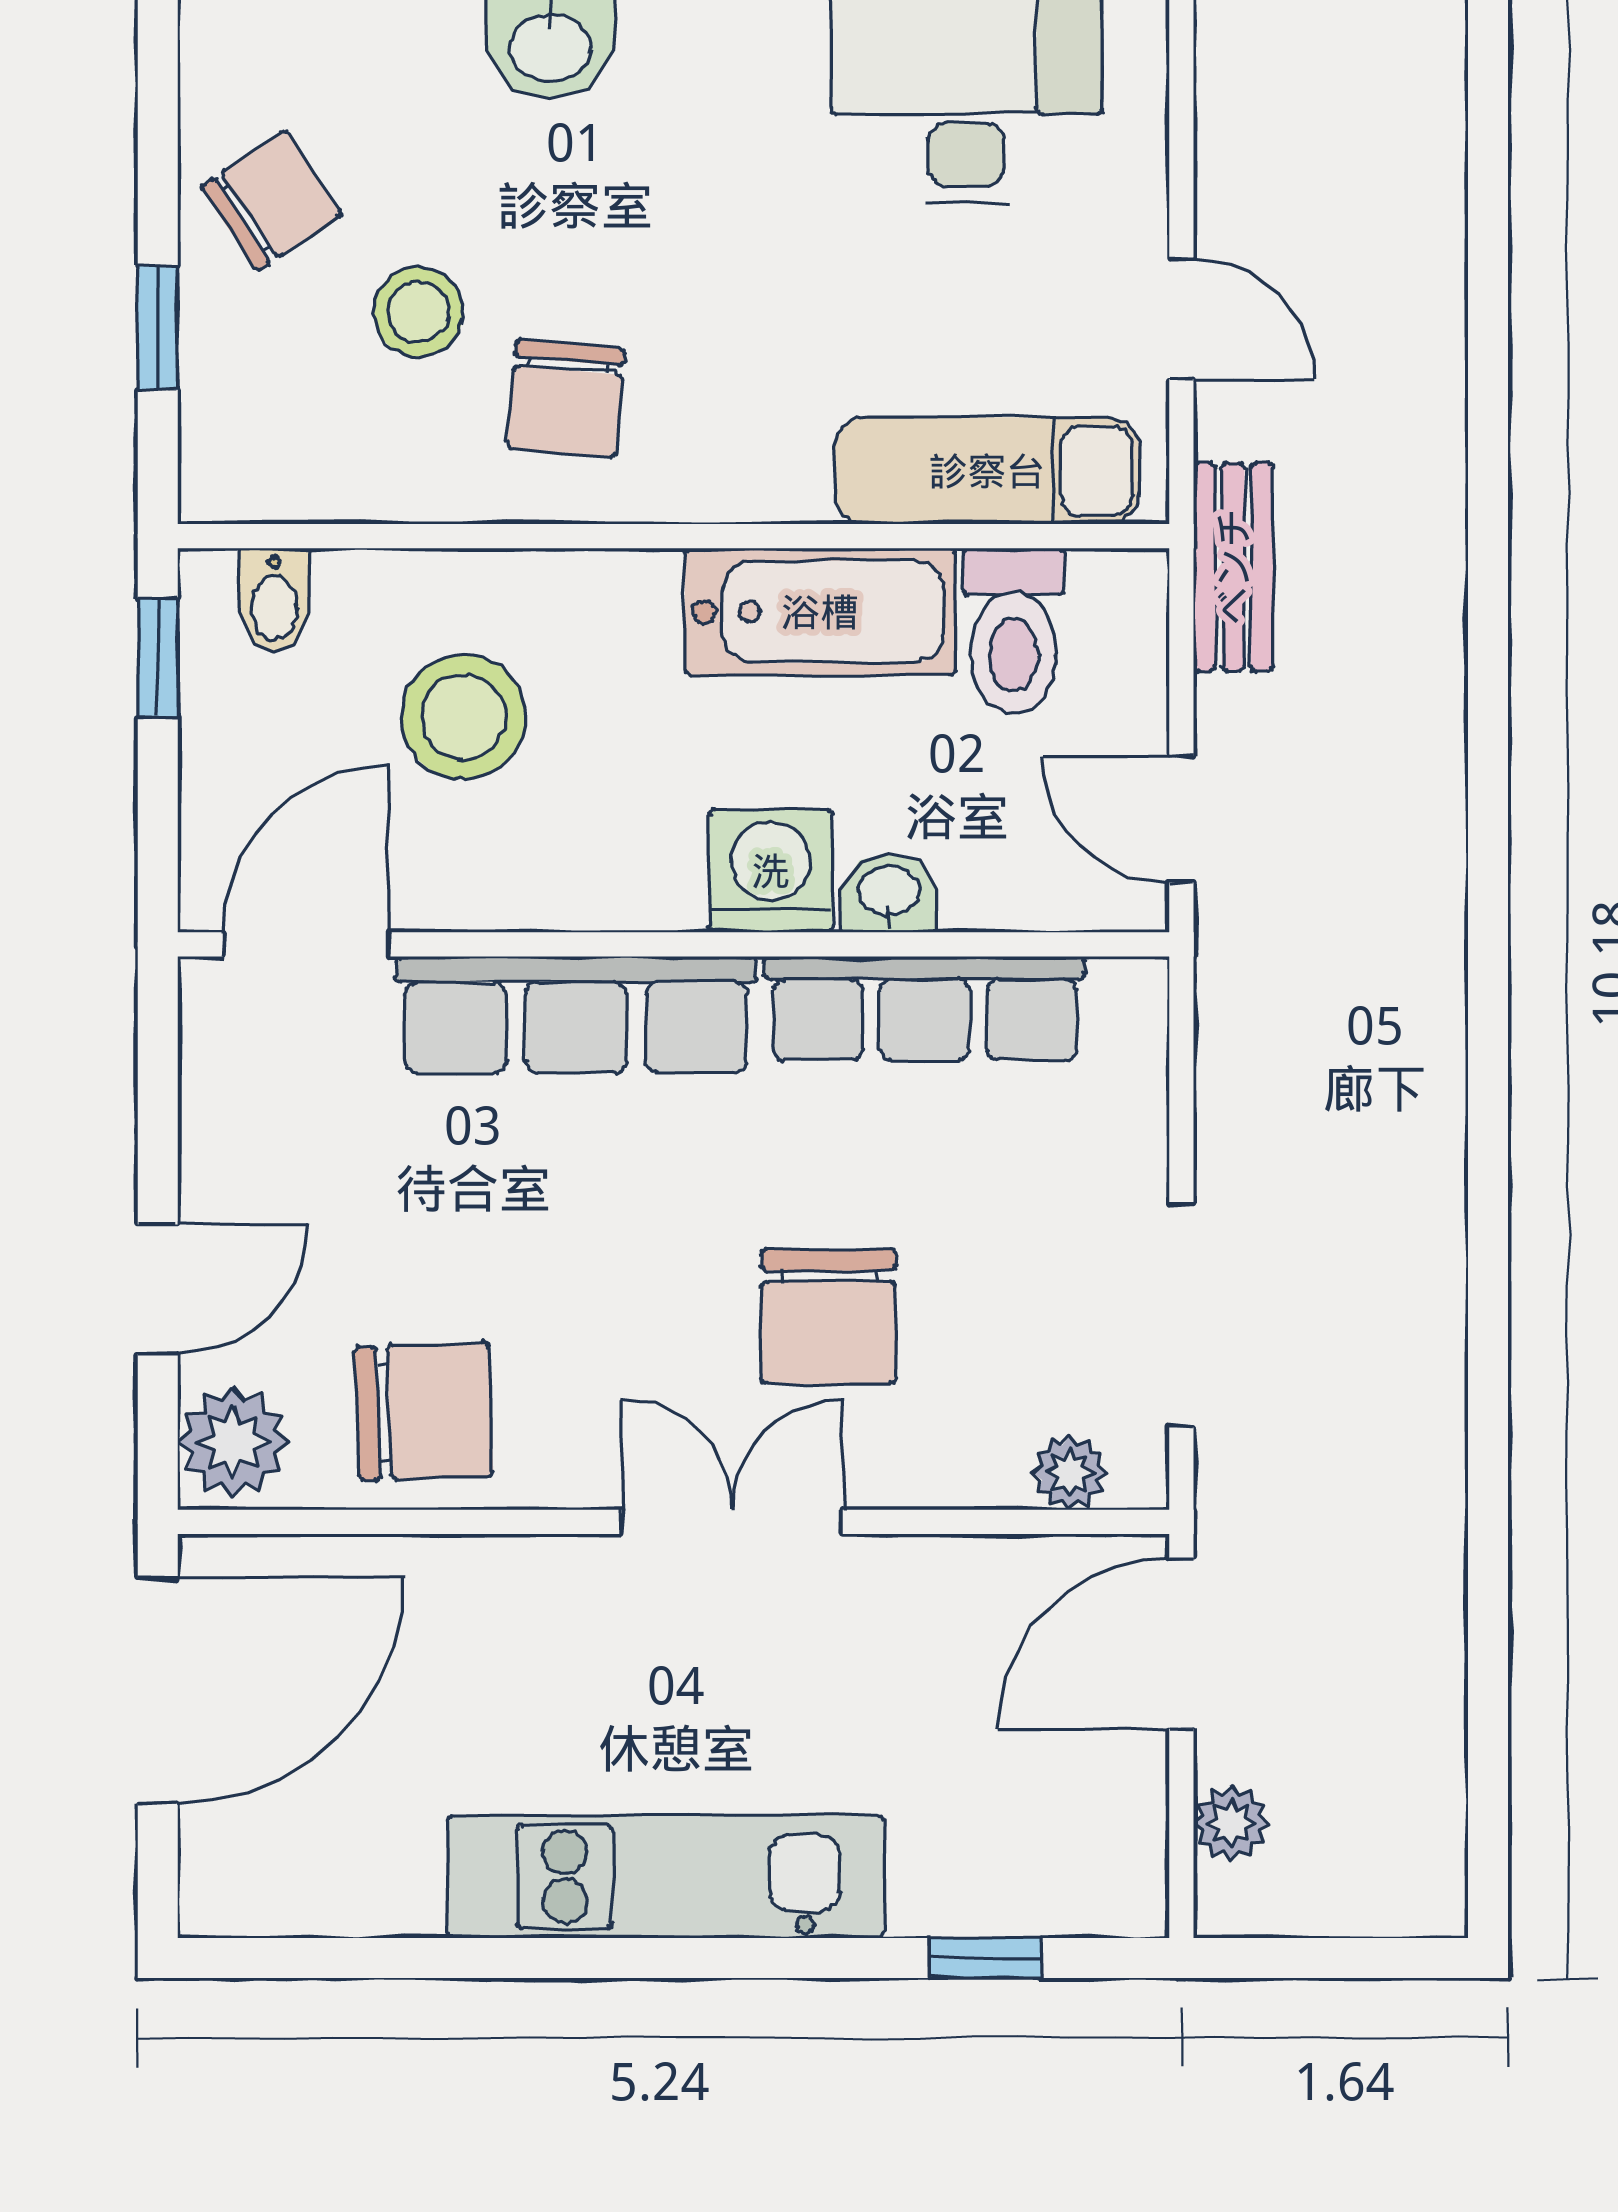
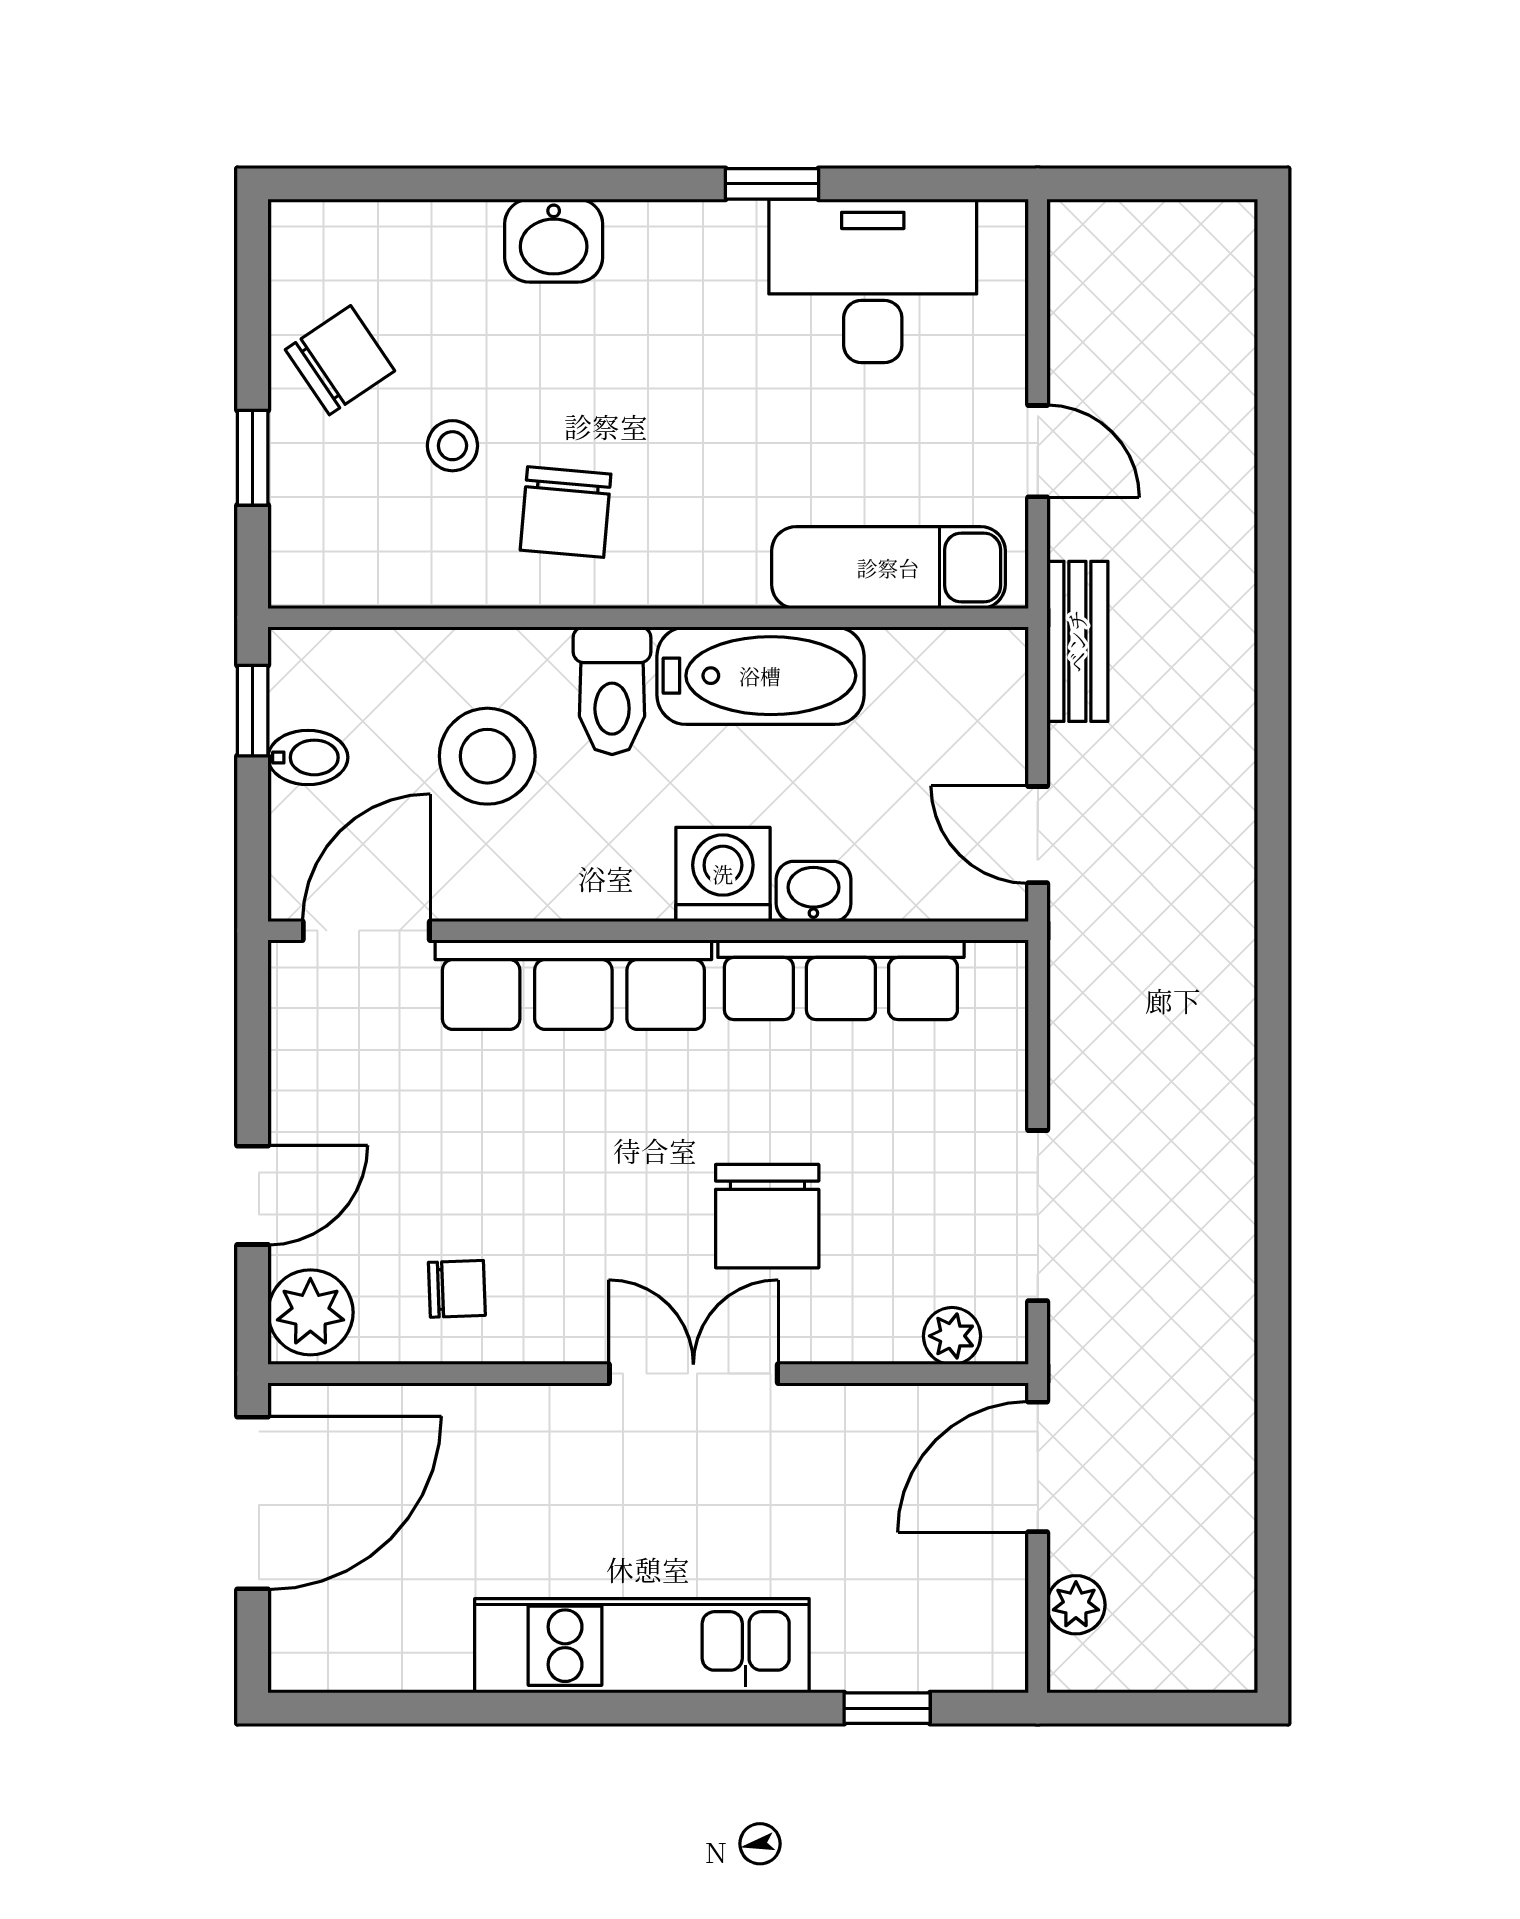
stool: (418, 312) -> (452, 446), width x0.73, depth x0.73
bidet: (274, 600) -> (308, 757), moved, turned -90
toilet: (1014, 631) -> (612, 691), moved
chair: (424, 1411) -> (457, 1289), width x0.54, depth x0.54

